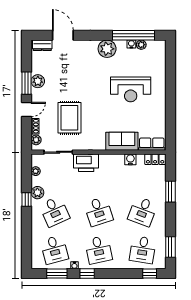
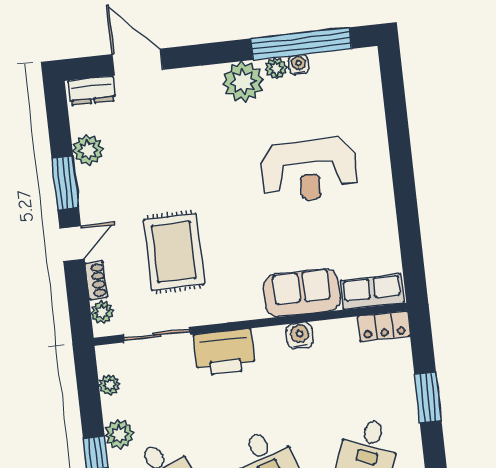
plant: (141, 45) -> (276, 68), moved
plant: (38, 81) -> (88, 150), moved
water cooler: (130, 159) -> (300, 336), moved

